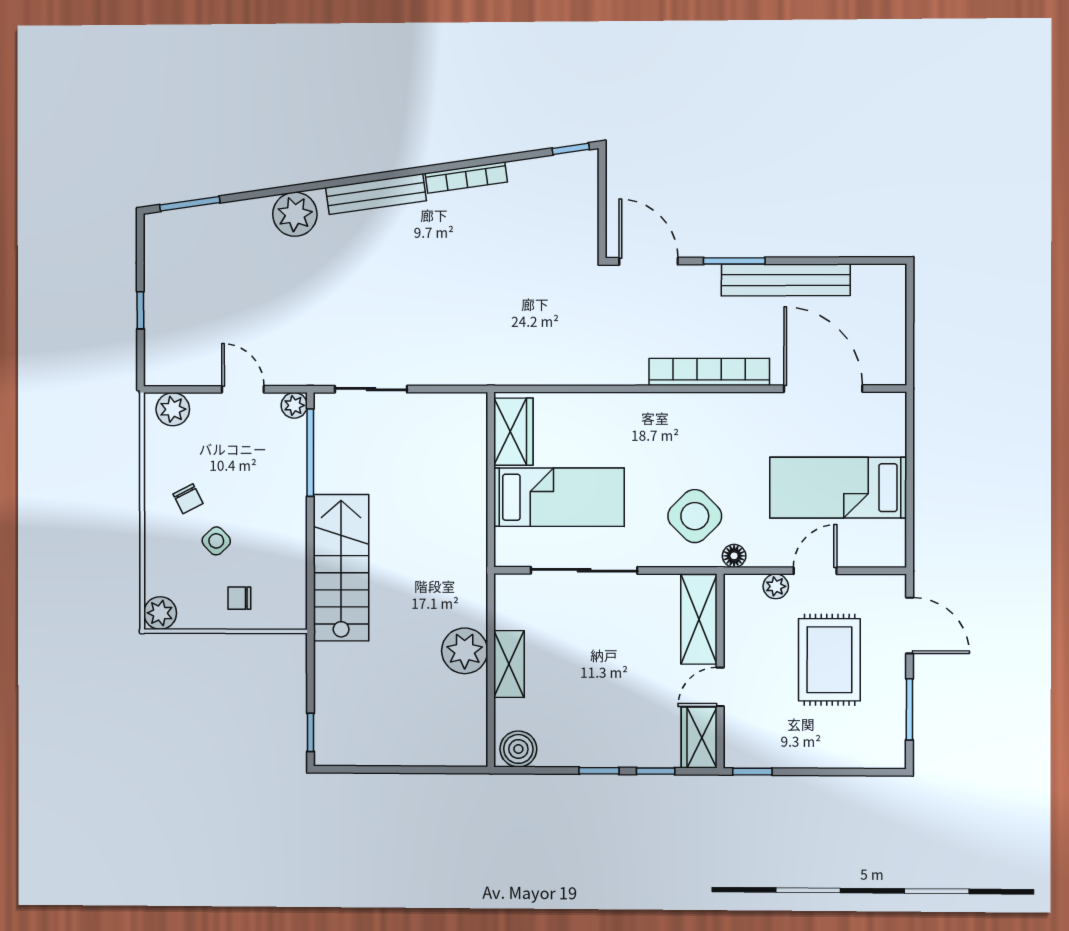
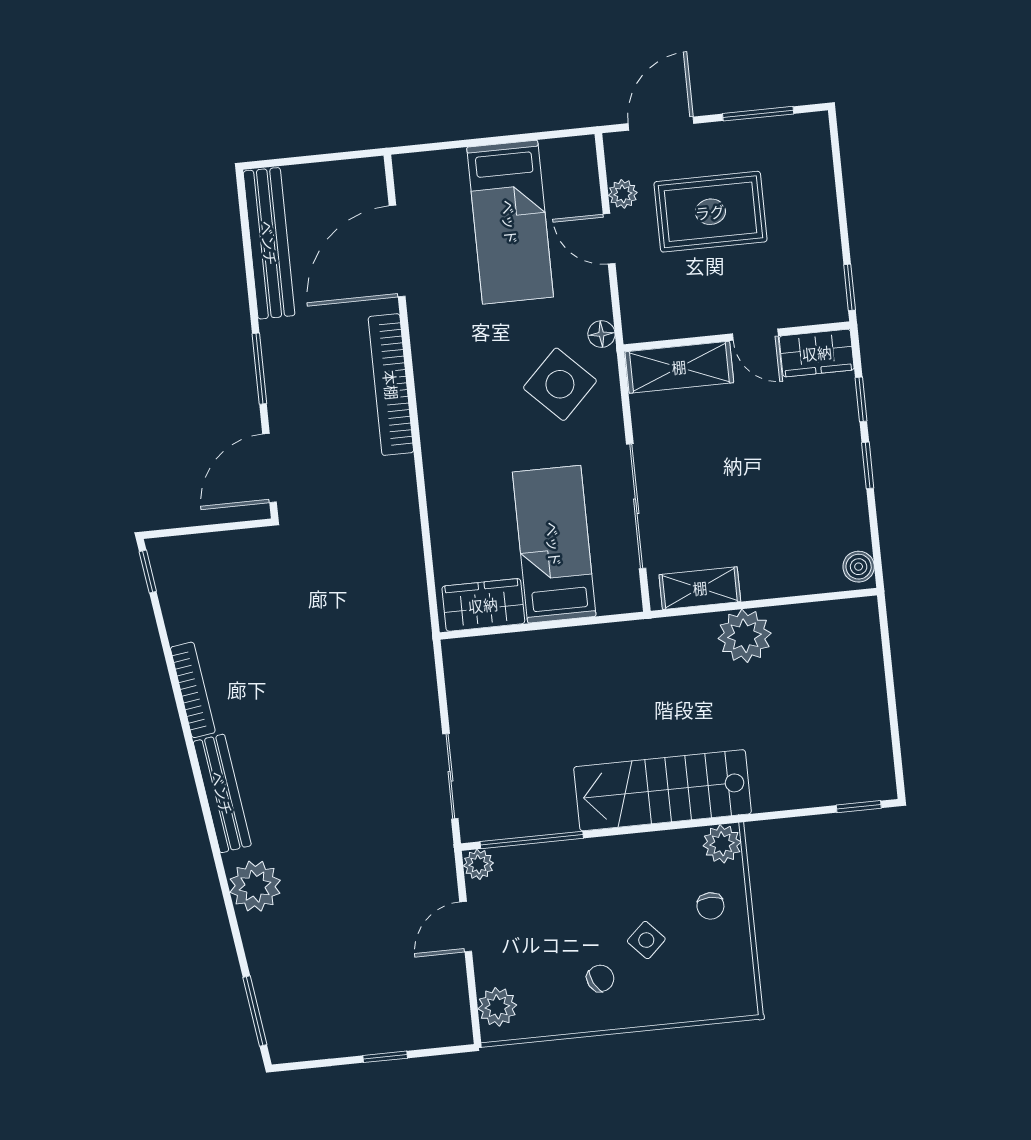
bench: (786, 280) -> (269, 243), moved
plant: (776, 586) -> (623, 194), moved
plant: (160, 613) -> (722, 844), moved
shelving: (509, 664) -> (700, 588), moved
boiler: (518, 749) -> (859, 567), width x0.73, depth x0.73

